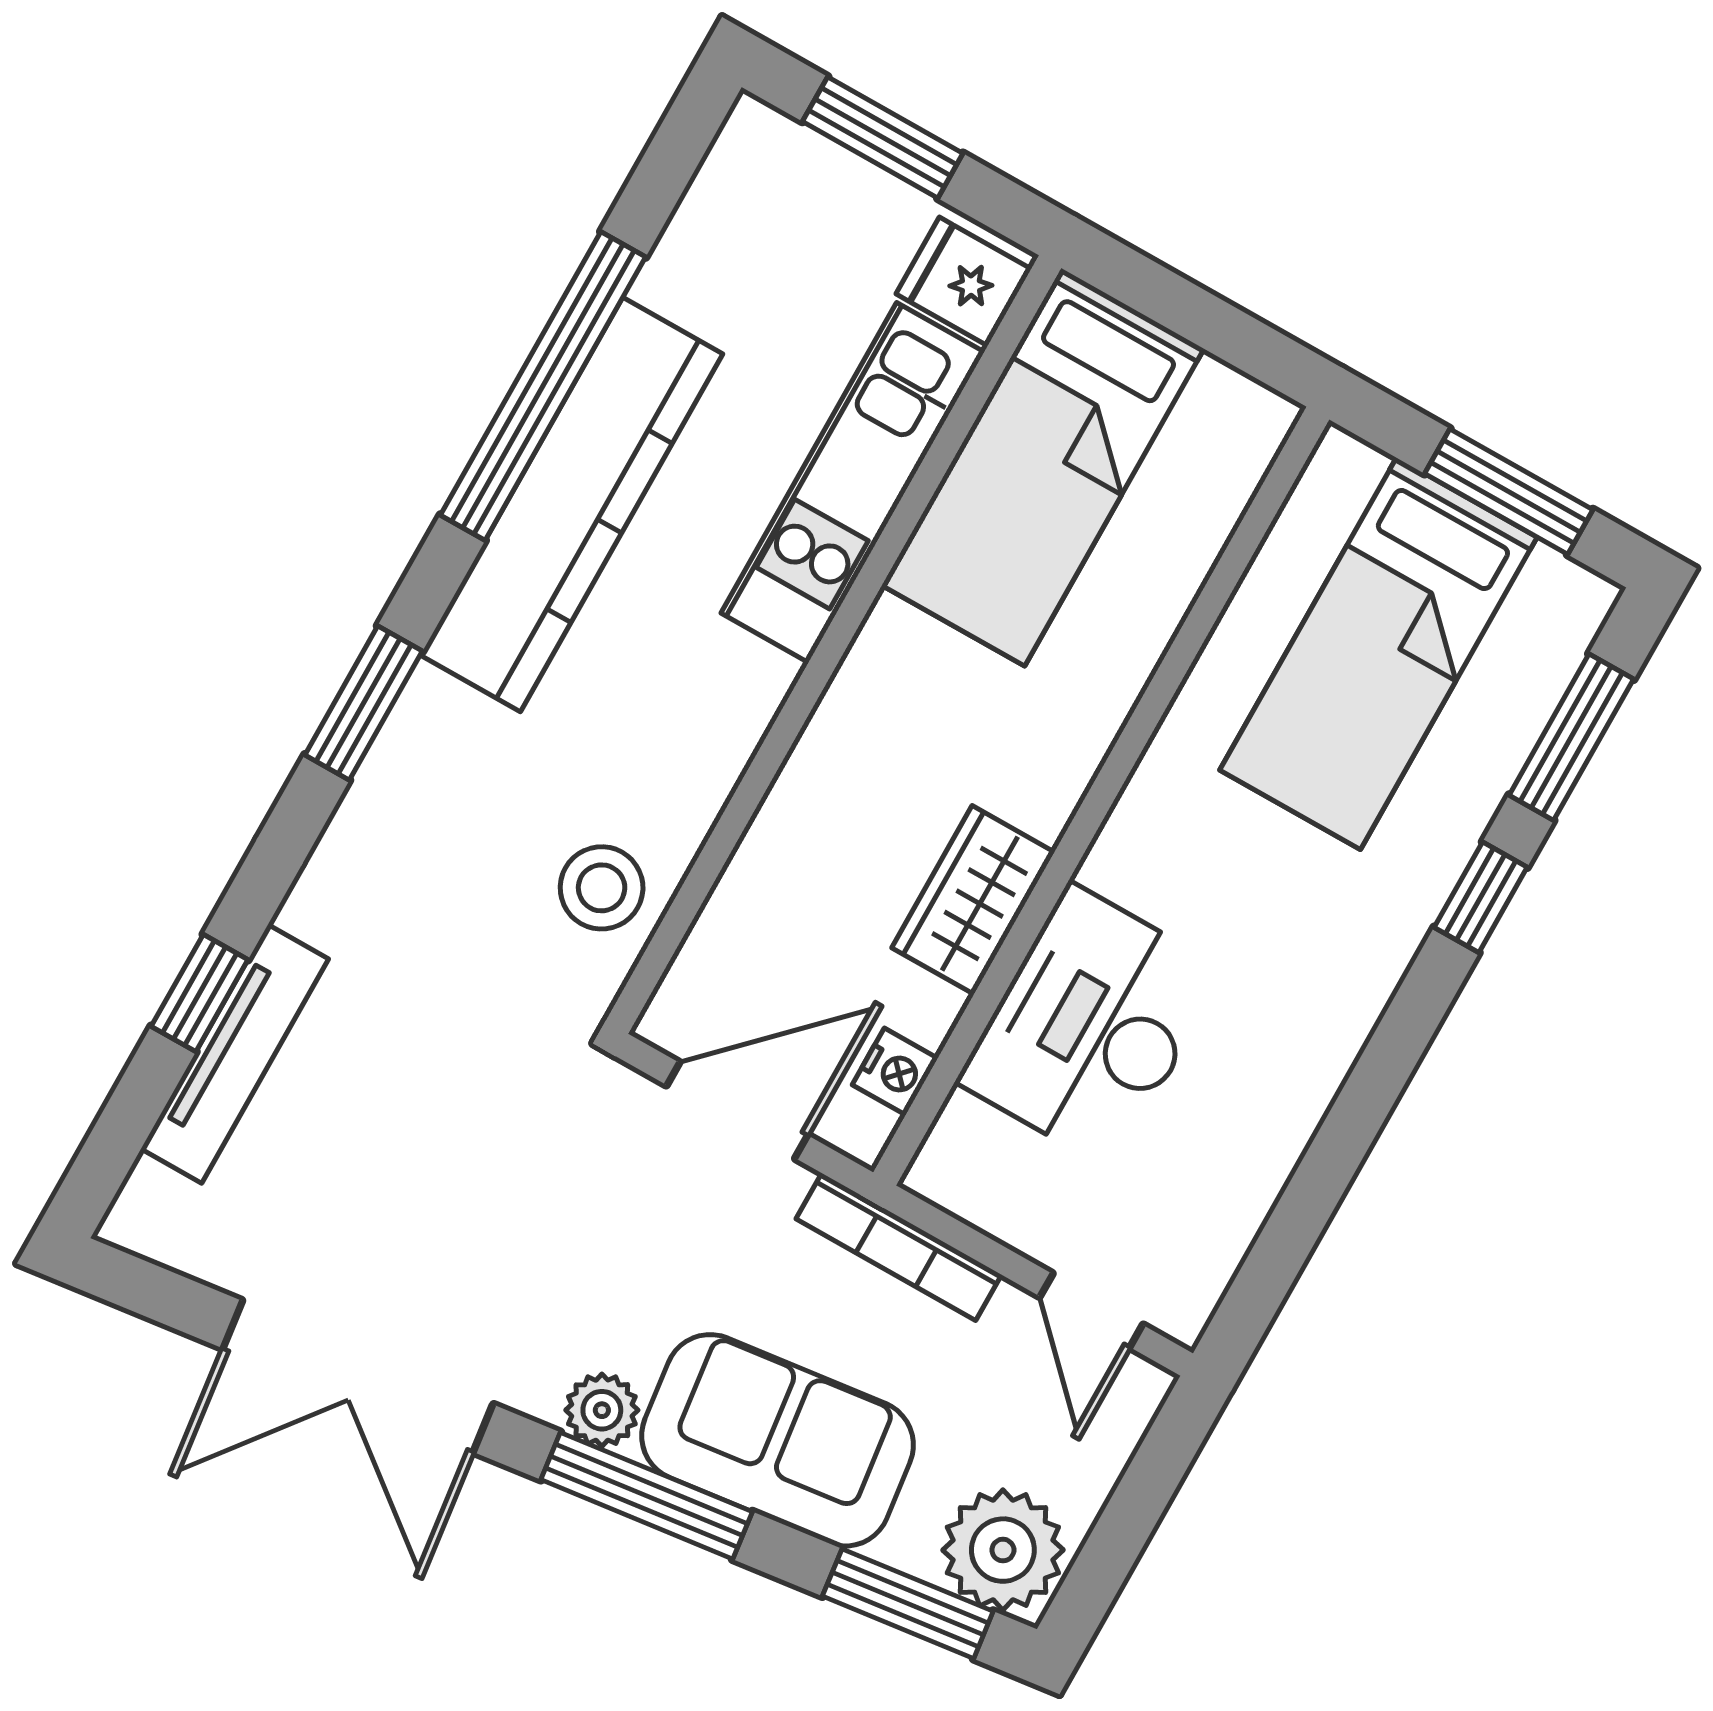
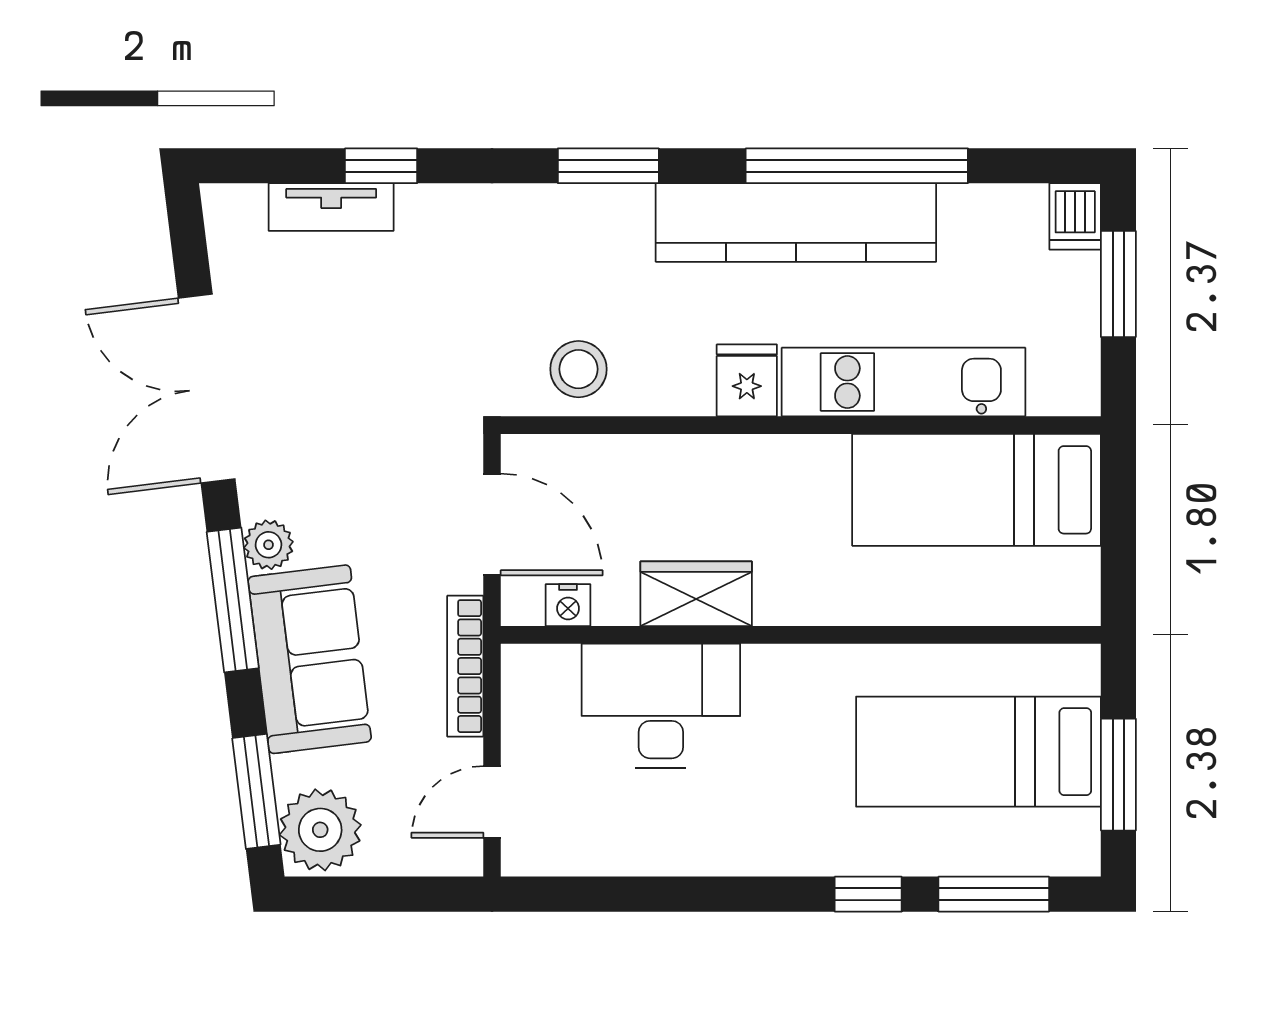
dishwasher: (765, 144) -> (1075, 216), added
fridge: (964, 281) -> (747, 380), moved
tv unit: (235, 1054) -> (331, 207), width x0.71

